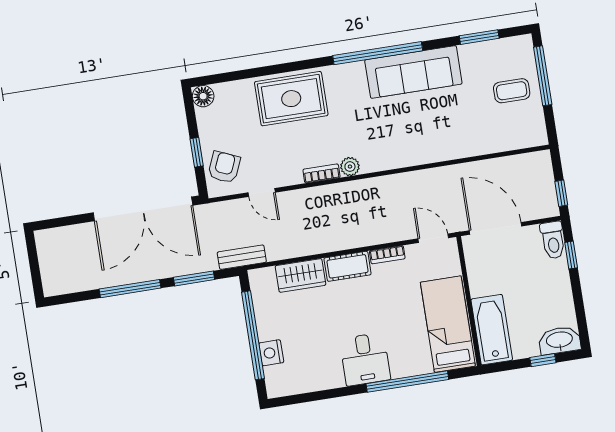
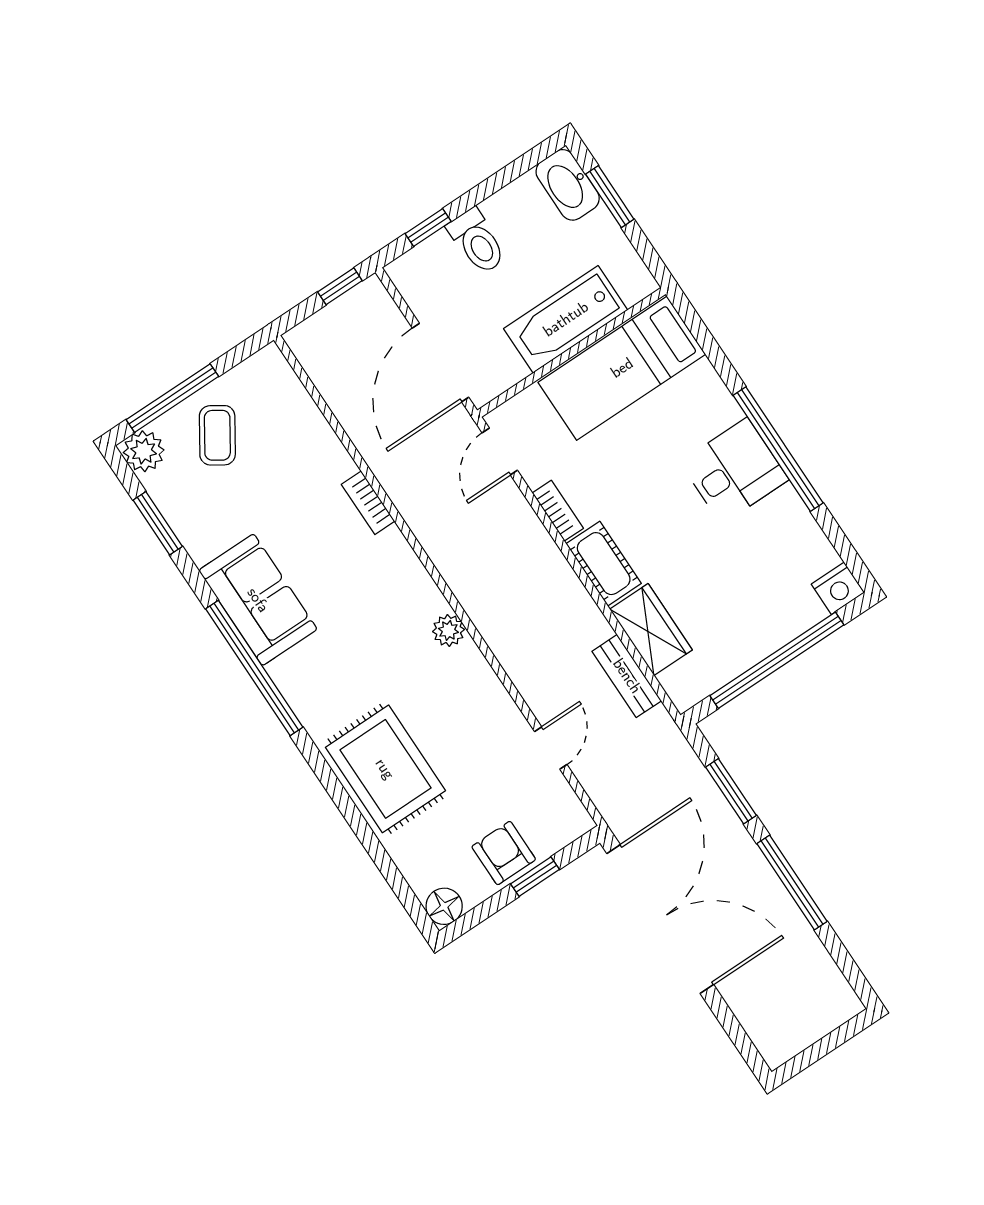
plant: (521, 47) -> (144, 451), added
sofa: (413, 72) -> (258, 600), width x0.73
coffee table: (512, 91) -> (217, 435), turned 33
armchair: (224, 167) -> (504, 853), moved, turned 67
bookcase: (321, 173) -> (368, 503), moved
toilet: (553, 240) -> (477, 241), moved, turned 90
bench: (242, 257) -> (627, 676), moved
bathtub: (492, 330) -> (566, 319), moved
nightstand: (271, 353) -> (838, 588), moved
window: (543, 360) -> (610, 197), width x1.50
window: (407, 382) -> (778, 449), moved

